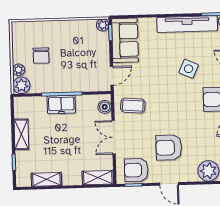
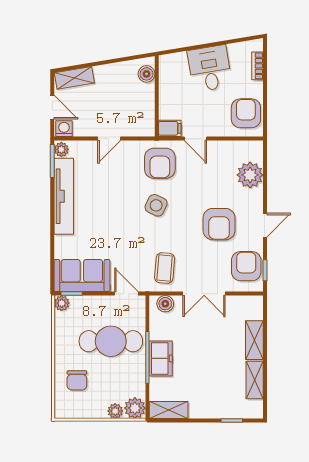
chair: (41, 56) -> (77, 380), moved, turned 90
cafe table: (74, 65) -> (111, 341), added
side table: (189, 69) -> (156, 205), moved
shelving: (21, 134) -> (169, 410), moved
armchair: (136, 170) -> (246, 266), turned 180
shelving: (98, 178) -> (254, 340), moved

